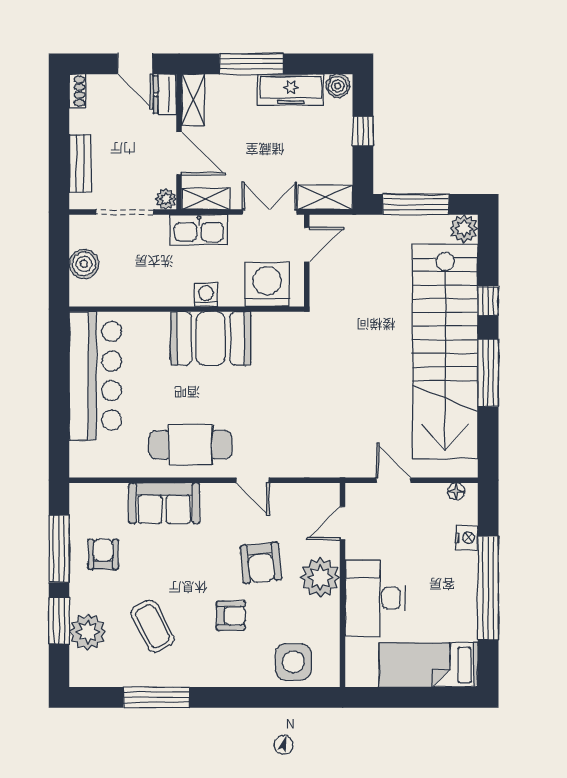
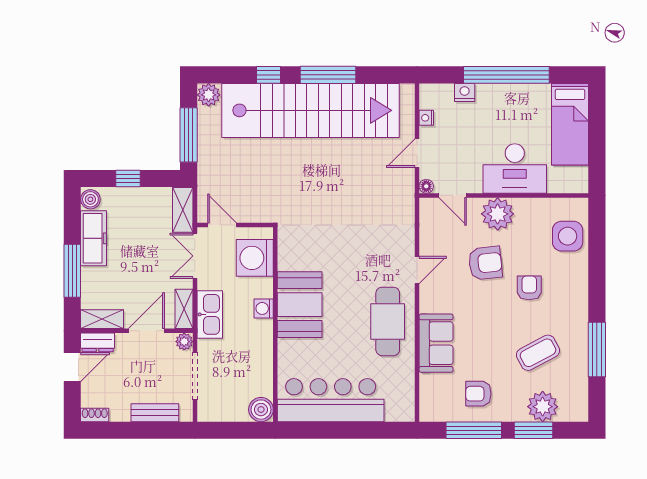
boiler: (84, 264) -> (261, 410), moved
nightstand: (436, 491) -> (426, 118), added
floor lamp: (456, 491) -> (426, 186), moved

